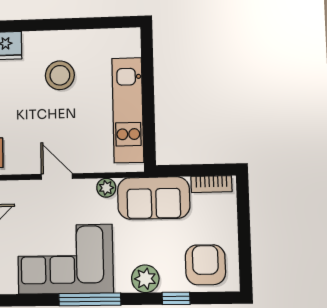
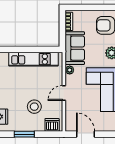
stool: (60, 75) -> (34, 107), moved

